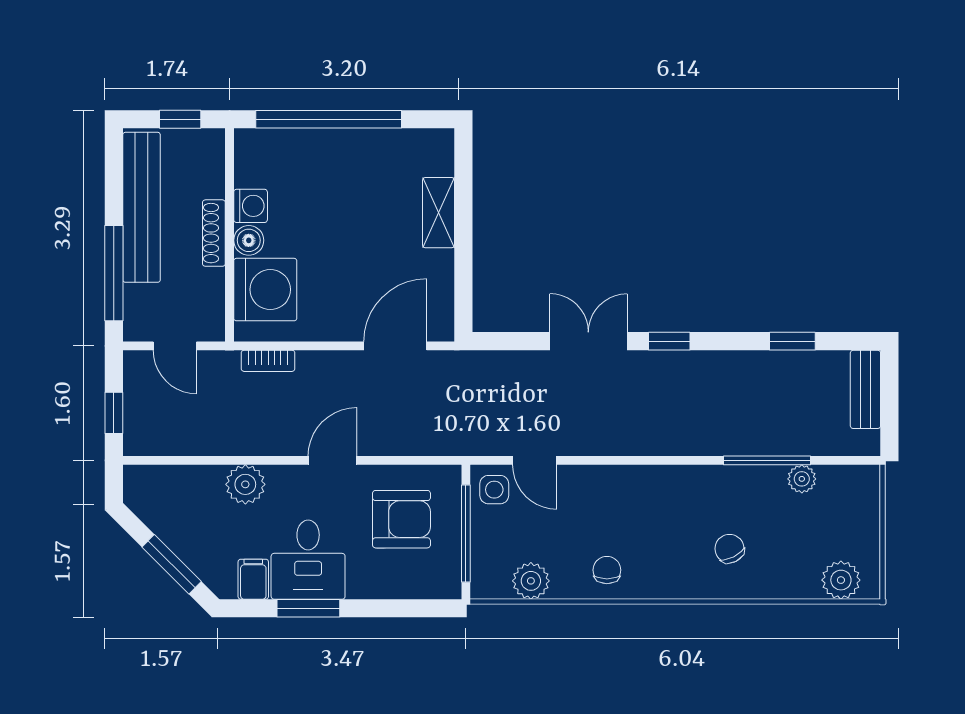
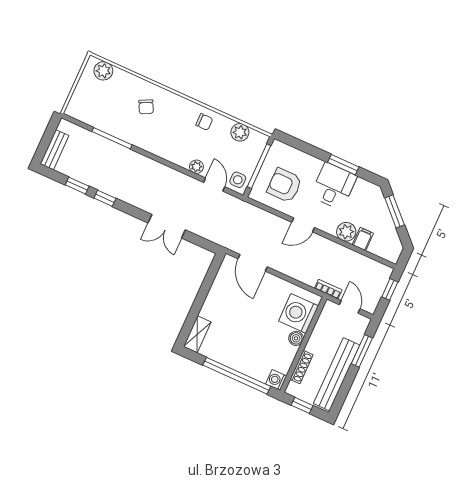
washing machine: (251, 206) -> (276, 380), moved
shelving: (439, 213) -> (197, 334), moved
shoe rack: (214, 233) -> (302, 367), moved
window: (114, 273) -> (362, 351), width x0.69
window: (669, 341) -> (105, 198), moved
door: (395, 346) -> (253, 263), hinge flipped
bookcase: (268, 361) -> (328, 289), moved
plant: (802, 479) -> (196, 167), moved
chair: (607, 570) -> (204, 122), turned -90
filing cabinet: (253, 579) -> (363, 239), moved, turned 180

